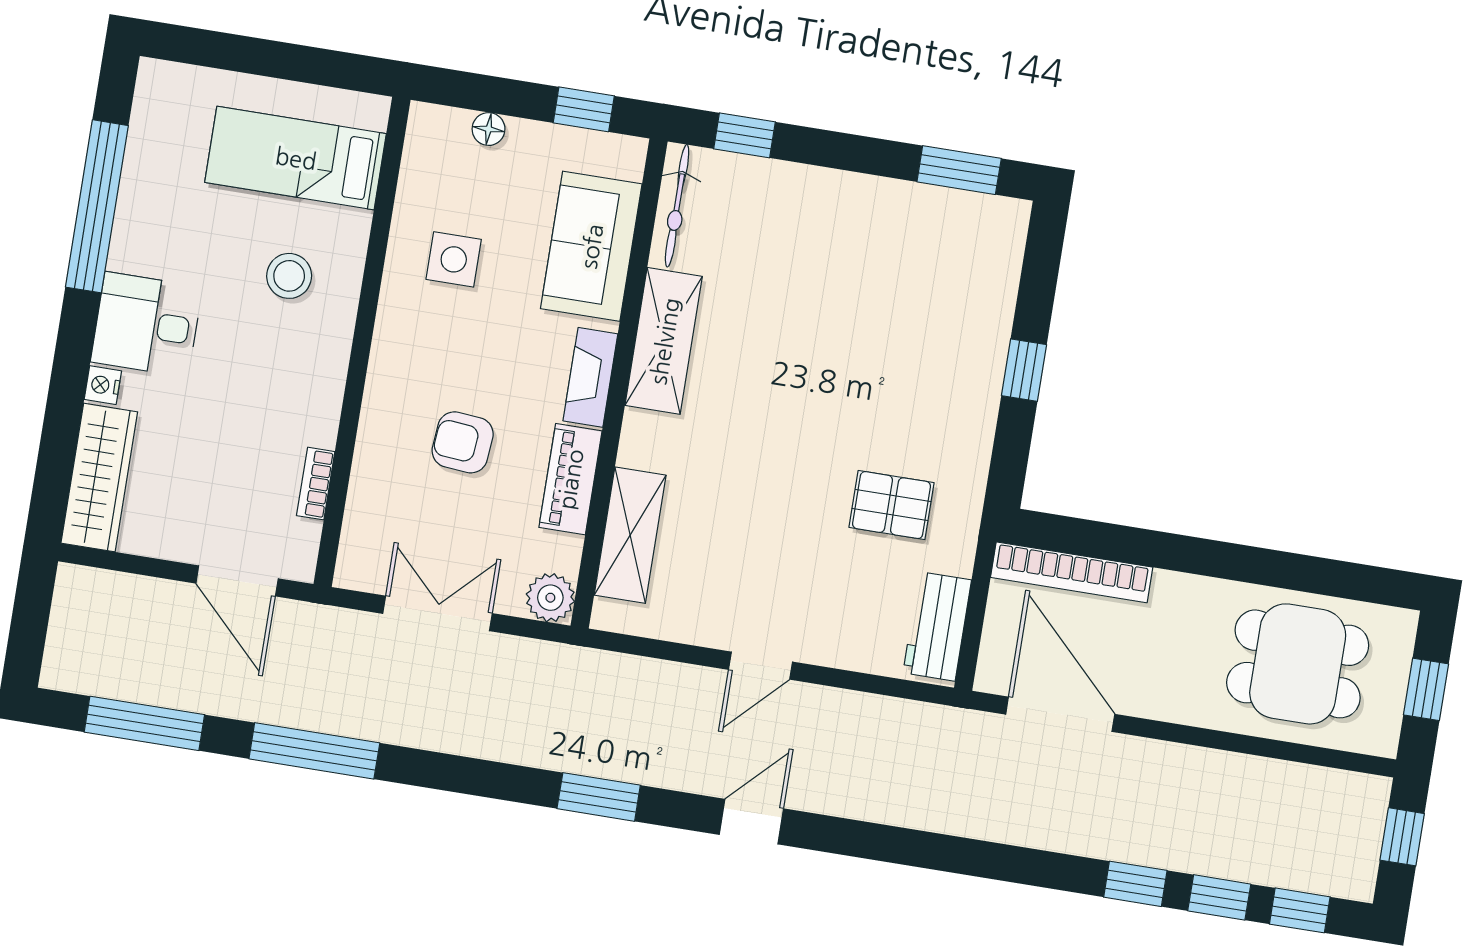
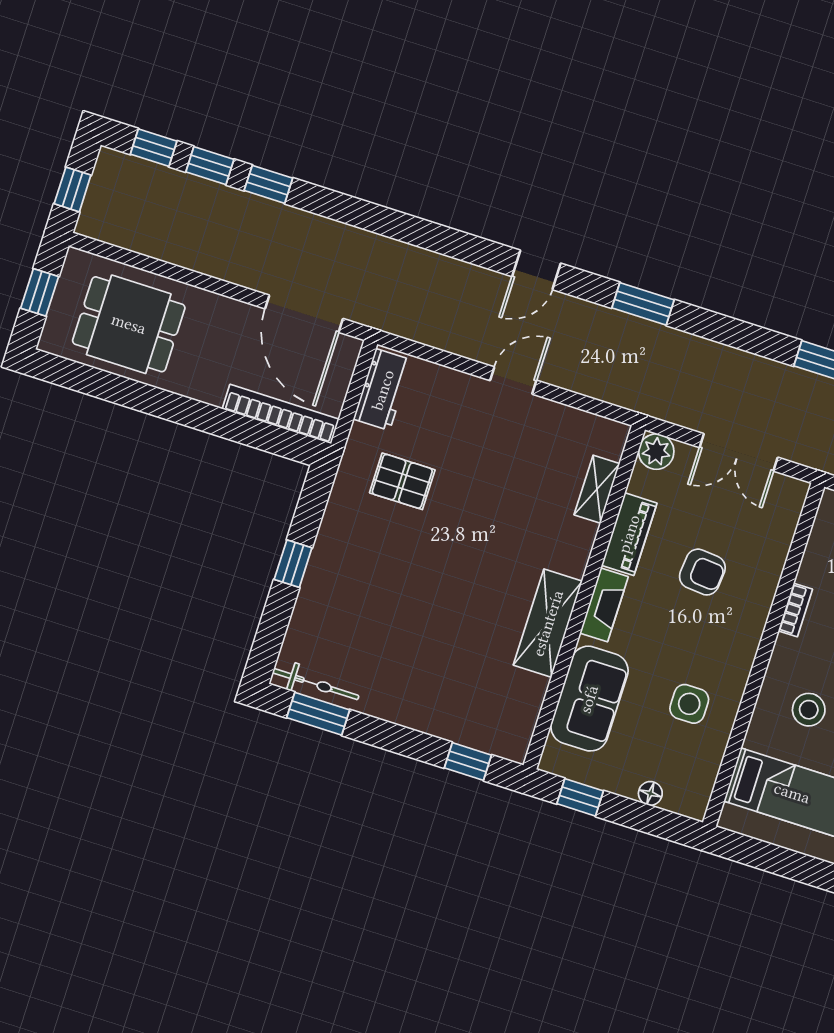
bicycle: (677, 206) -> (316, 684), moved, turned 90
bookcase: (316, 484) -> (795, 610), moved
shelving: (630, 535) -> (597, 489), width x0.67, depth x0.75

